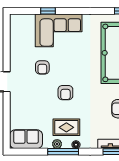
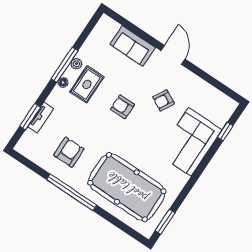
window: (48, 11) -> (225, 131), moved
armchair: (42, 67) -> (163, 100), turned -62
sofa: (26, 139) -> (133, 46), moved, turned 90

